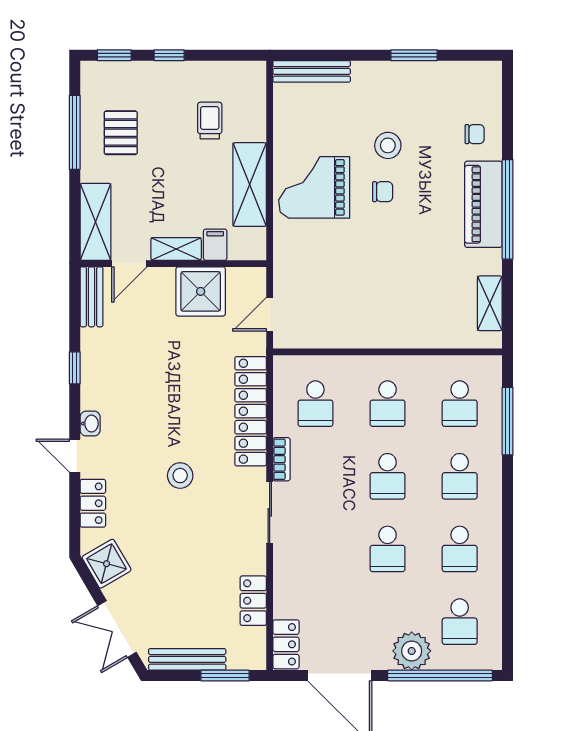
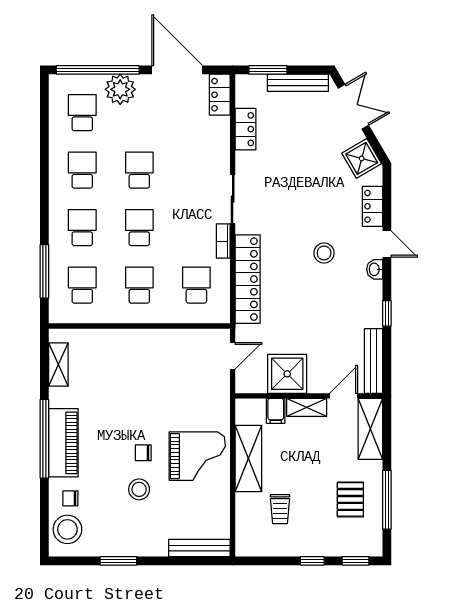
stool: (478, 95) -> (67, 529), added
bench: (92, 297) -> (374, 361), width x1.36
stool: (180, 476) -> (324, 253), moved

